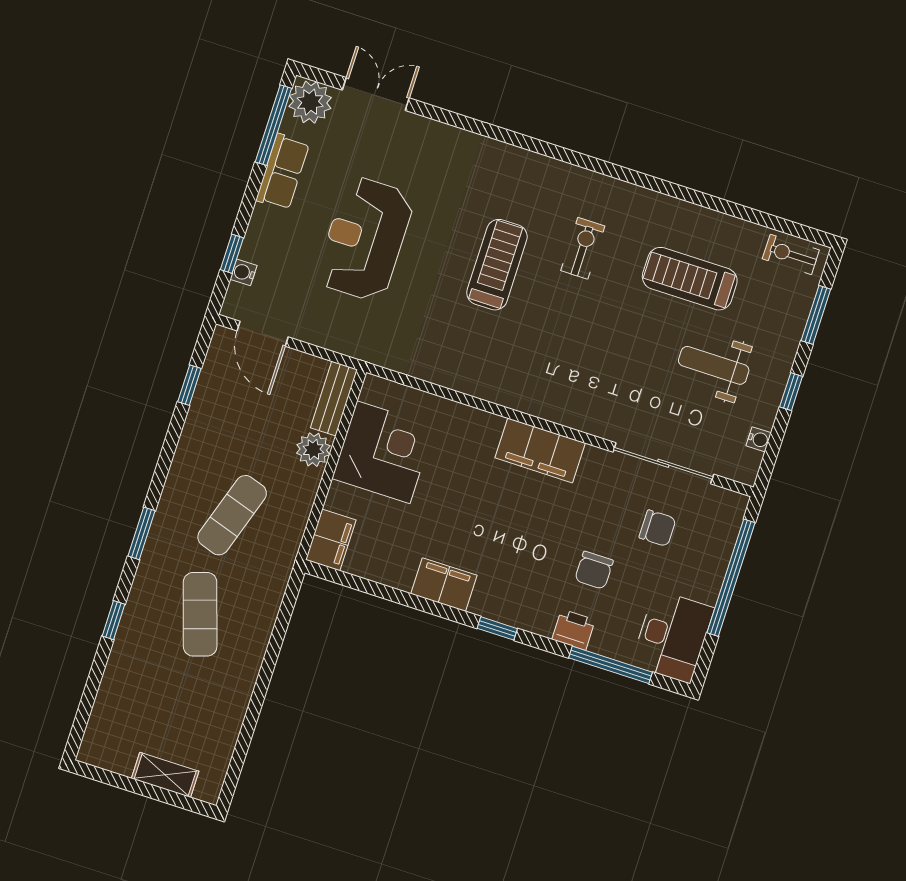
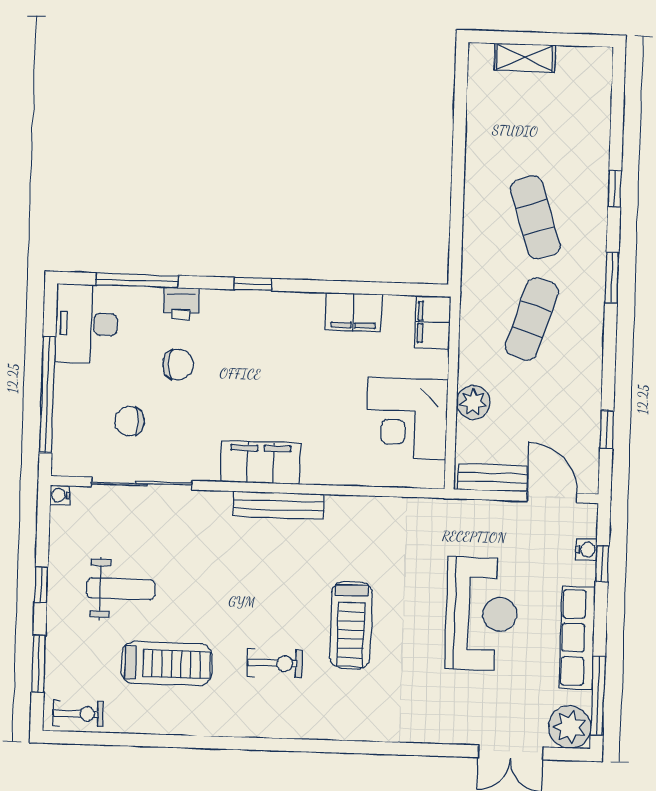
row of seats: (283, 172) -> (577, 638), width x1.48
exercise bike: (583, 248) -> (275, 663), turned -90
bench: (334, 399) -> (493, 478), moved, turned 90
bench: (534, 403) -> (279, 505), added
water cooler: (759, 439) -> (60, 495), moved
chair: (594, 570) -> (178, 365), turned 90
filing cabinet: (444, 585) -> (353, 312), moved

